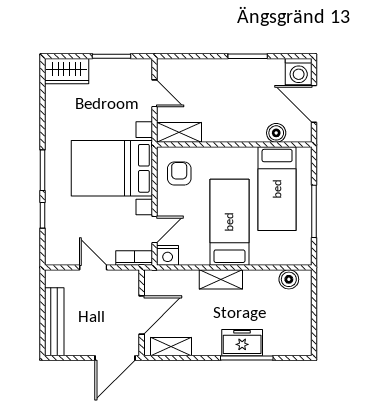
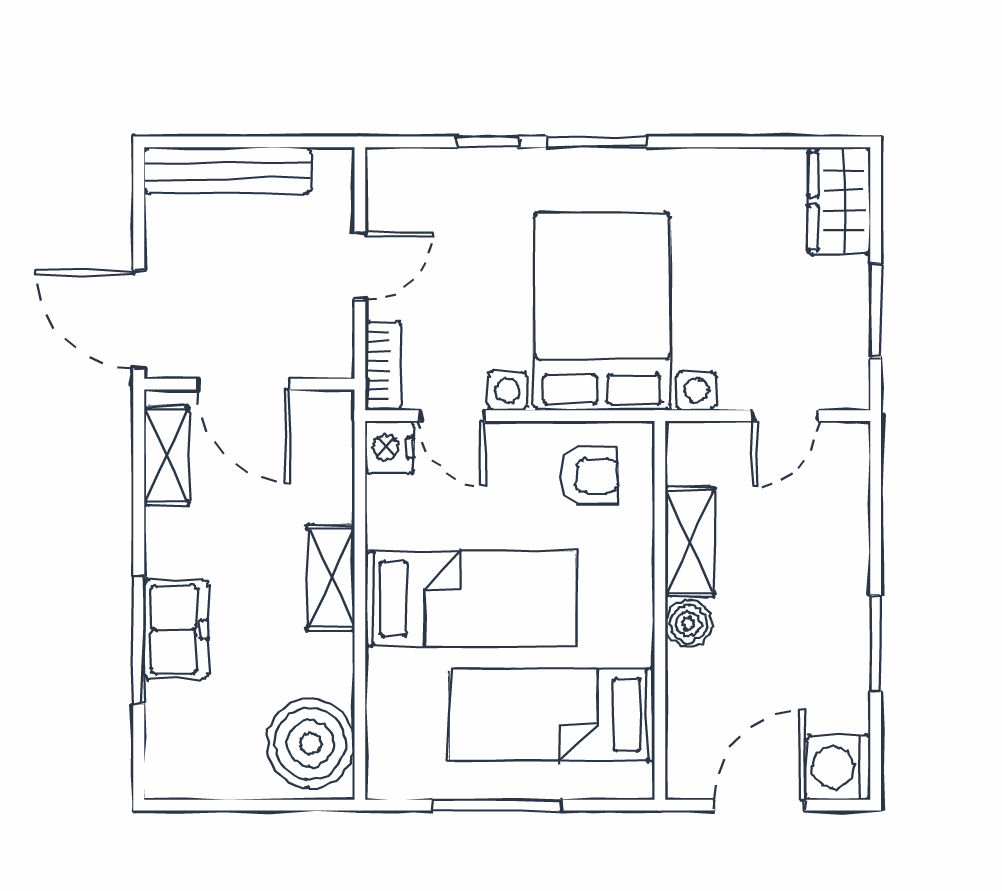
shelving: (179, 132) -> (690, 542), moved
boiler: (276, 133) -> (688, 624), moved
boiler: (289, 279) -> (310, 744), width x1.86, depth x1.86

